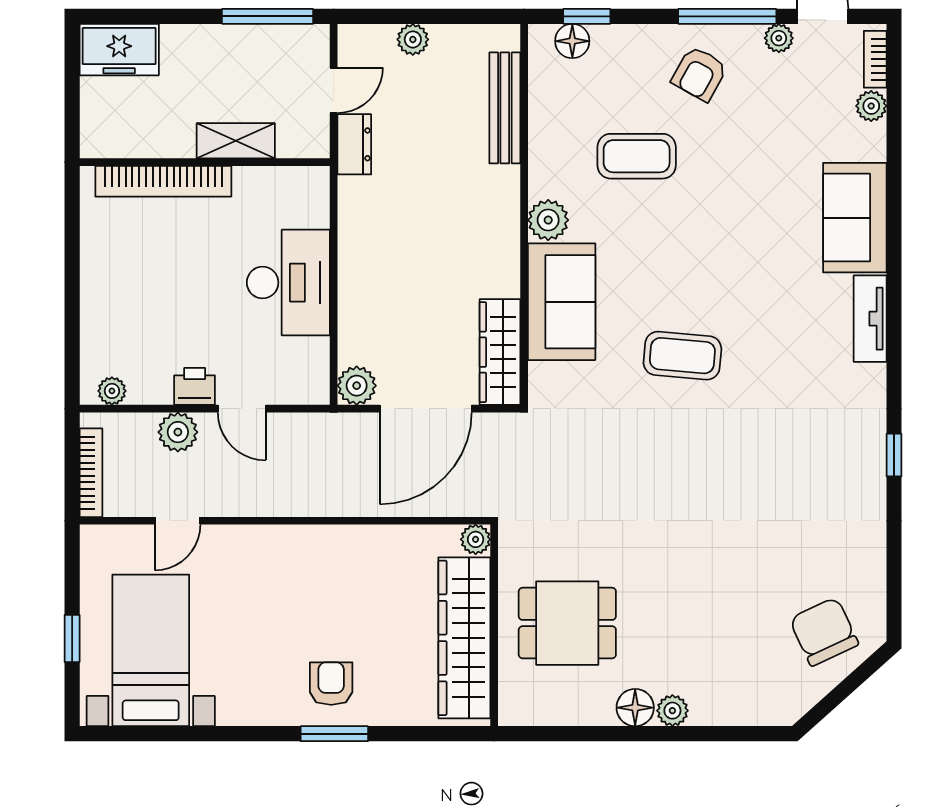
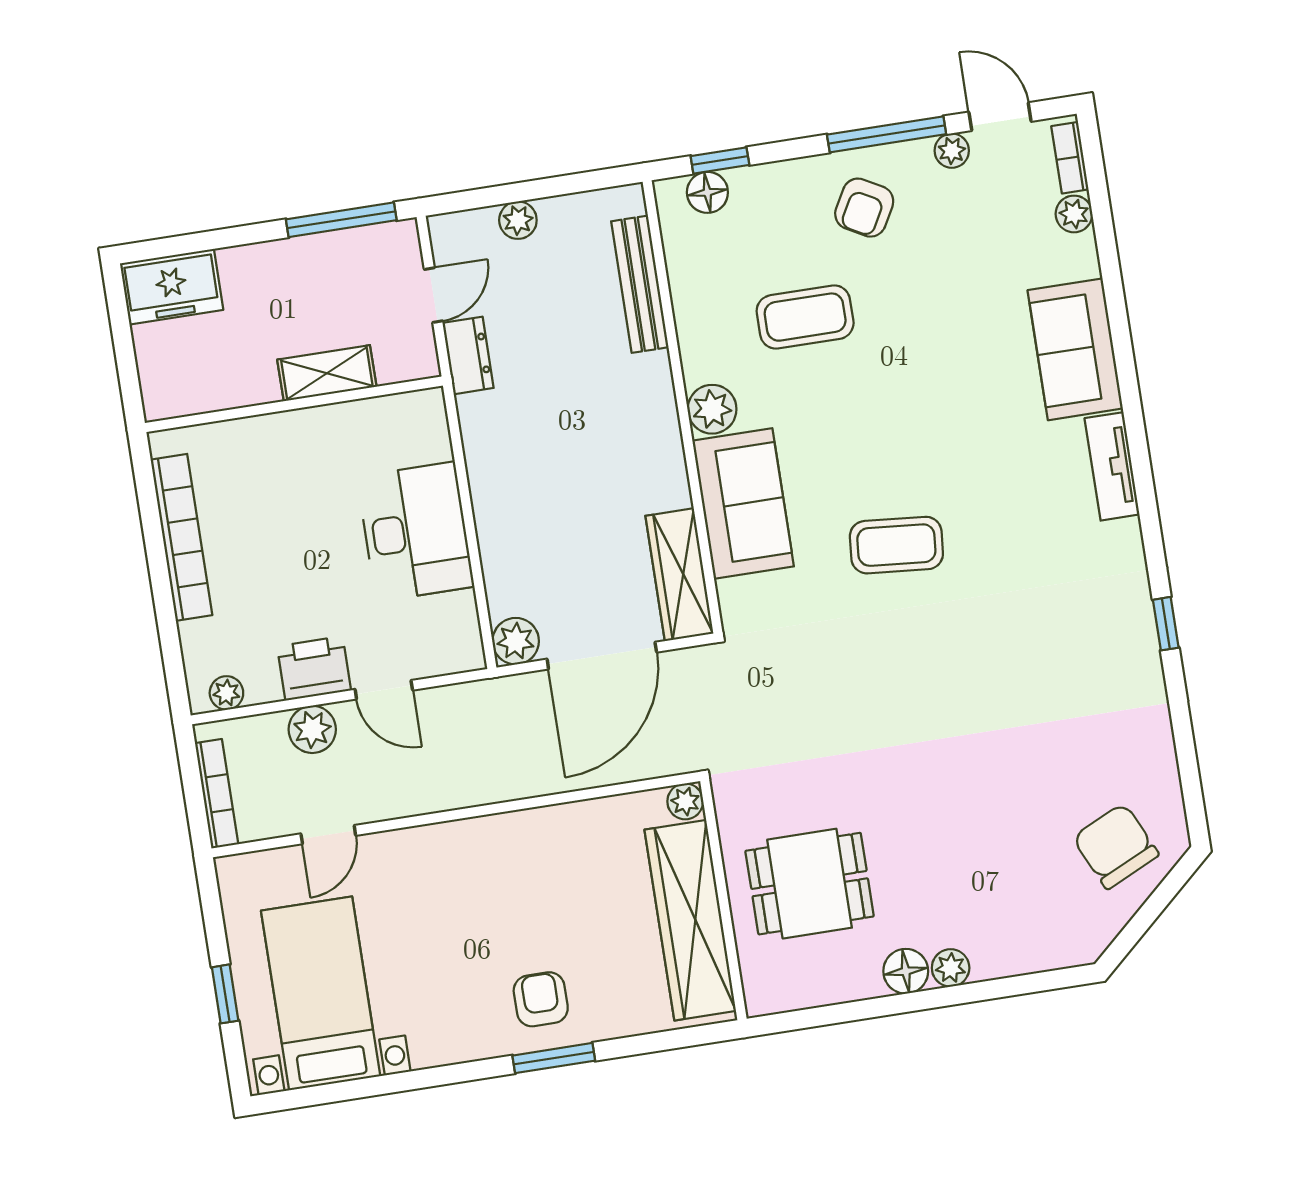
bookcase: (163, 181) -> (181, 537), moved, turned -90
printer: (195, 386) -> (314, 668), width x1.36, depth x1.24

